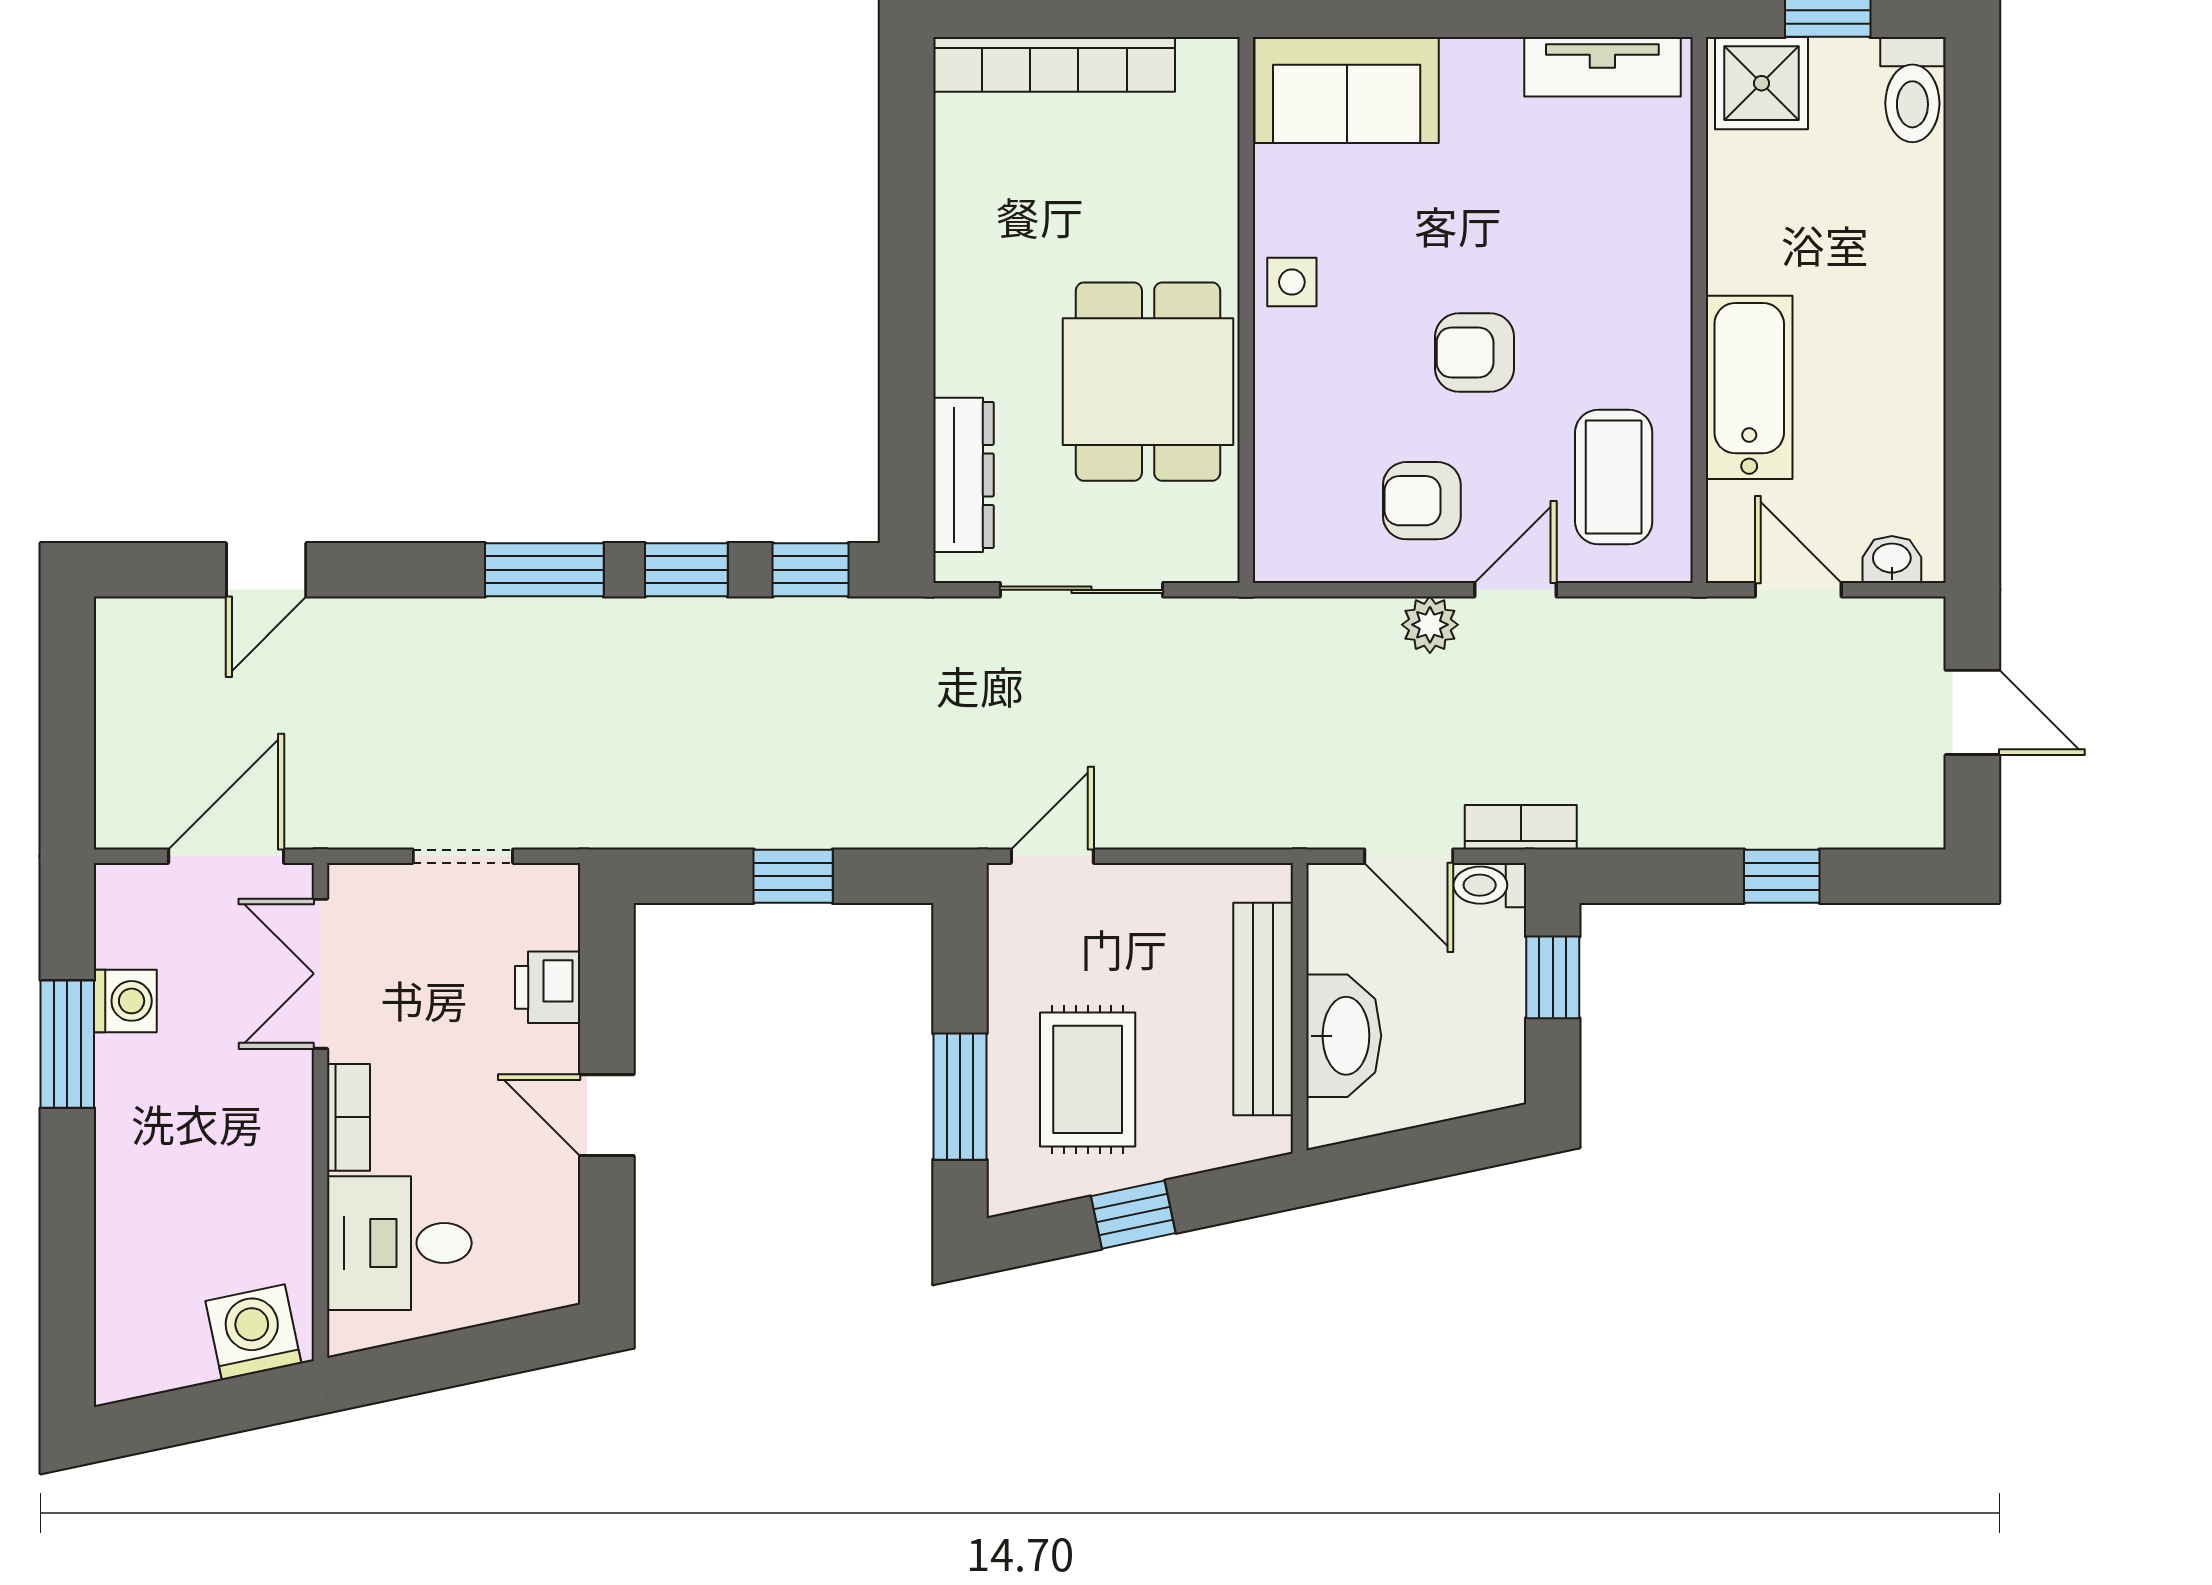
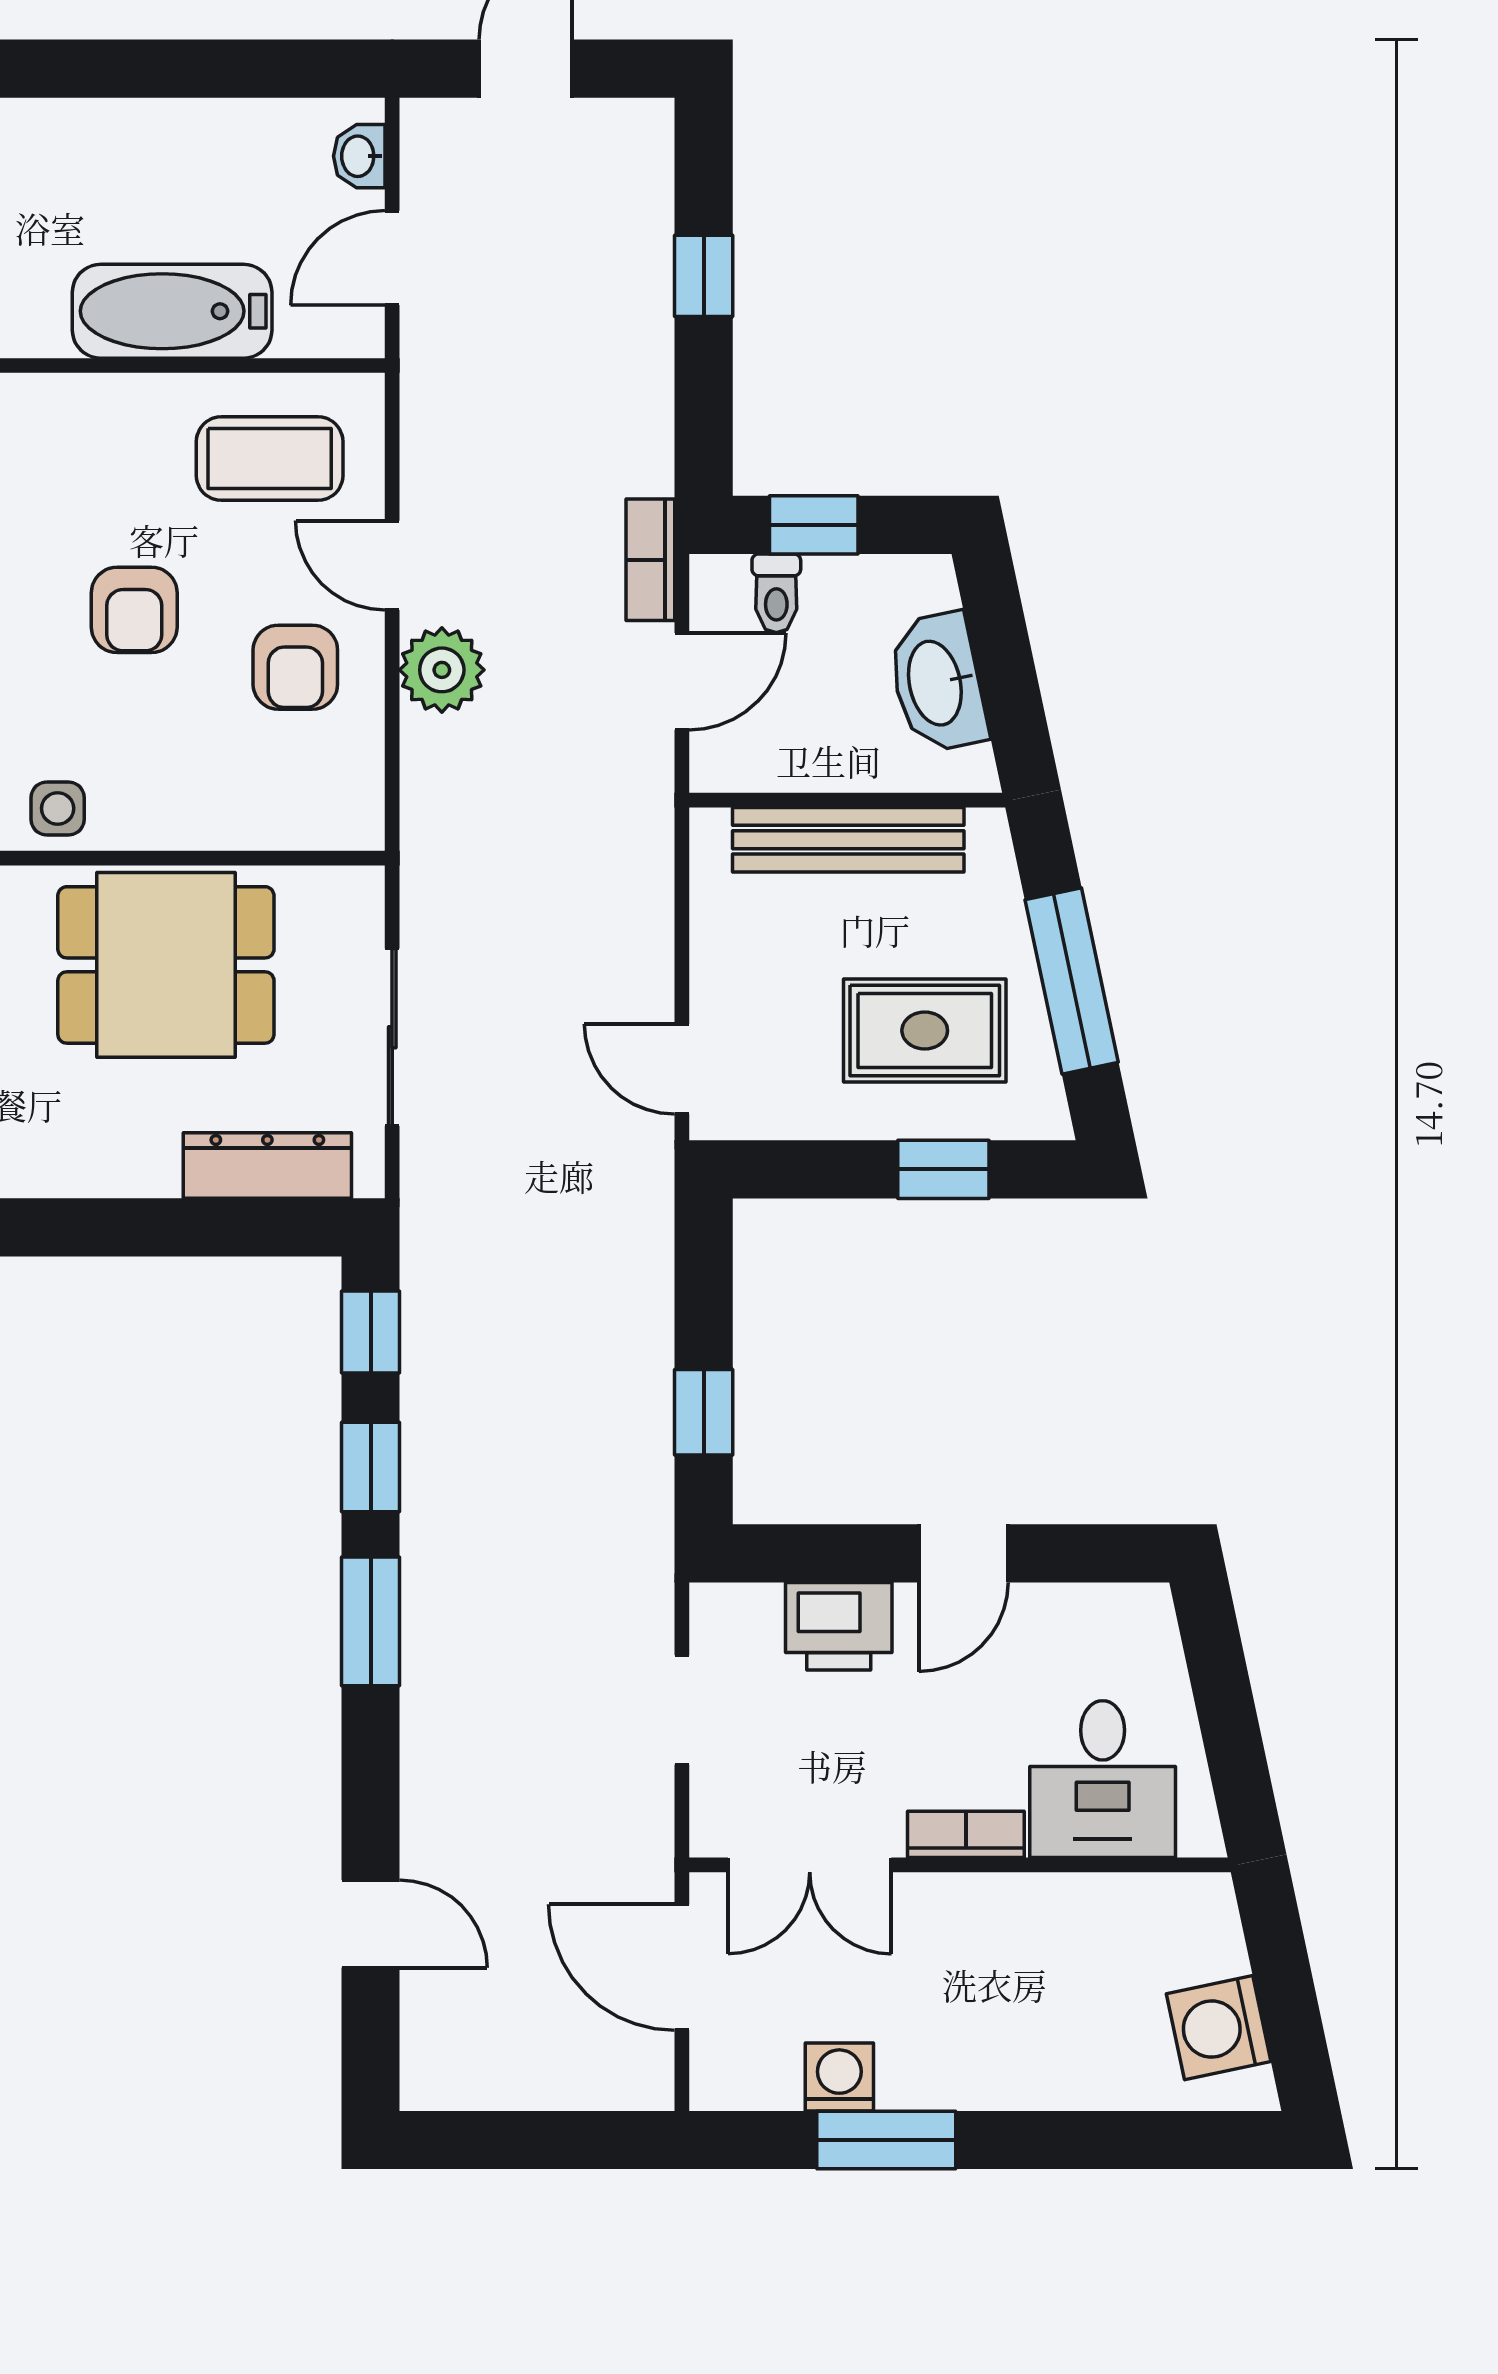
plant: (1430, 625) -> (442, 670), width x1.38, depth x1.38
window: (793, 876) -> (704, 1412), moved
toilet: (1490, 885) -> (776, 593), moved
printer: (548, 987) -> (839, 1626), width x1.36, depth x1.24
washbasin: (1344, 1036) -> (937, 683), moved, turned -102
window: (960, 1097) -> (943, 1169), width x0.67
window: (1133, 1215) -> (1072, 981), width x2.17
washing machine: (253, 1332) -> (1219, 2028), moved

